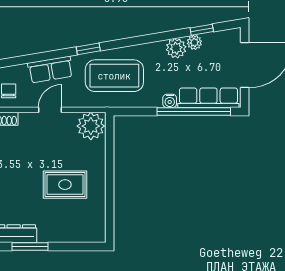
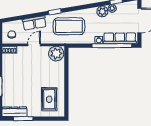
rug: (65, 185) -> (49, 99), moved, turned 90

